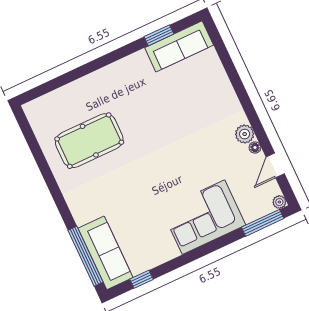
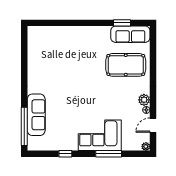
pool table: (89, 141) -> (126, 65), moved
window: (263, 223) -> (109, 154), moved
sofa: (106, 253) -> (36, 115), moved
window: (142, 279) -> (65, 154), moved

